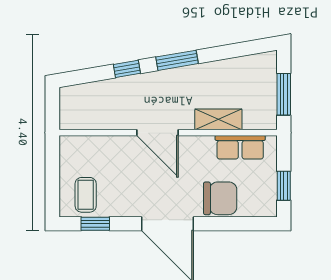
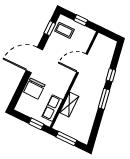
door: (158, 133) -> (82, 63), moved
window: (52, 174) -> (81, 20), added
window: (284, 186) -> (36, 124), moved

